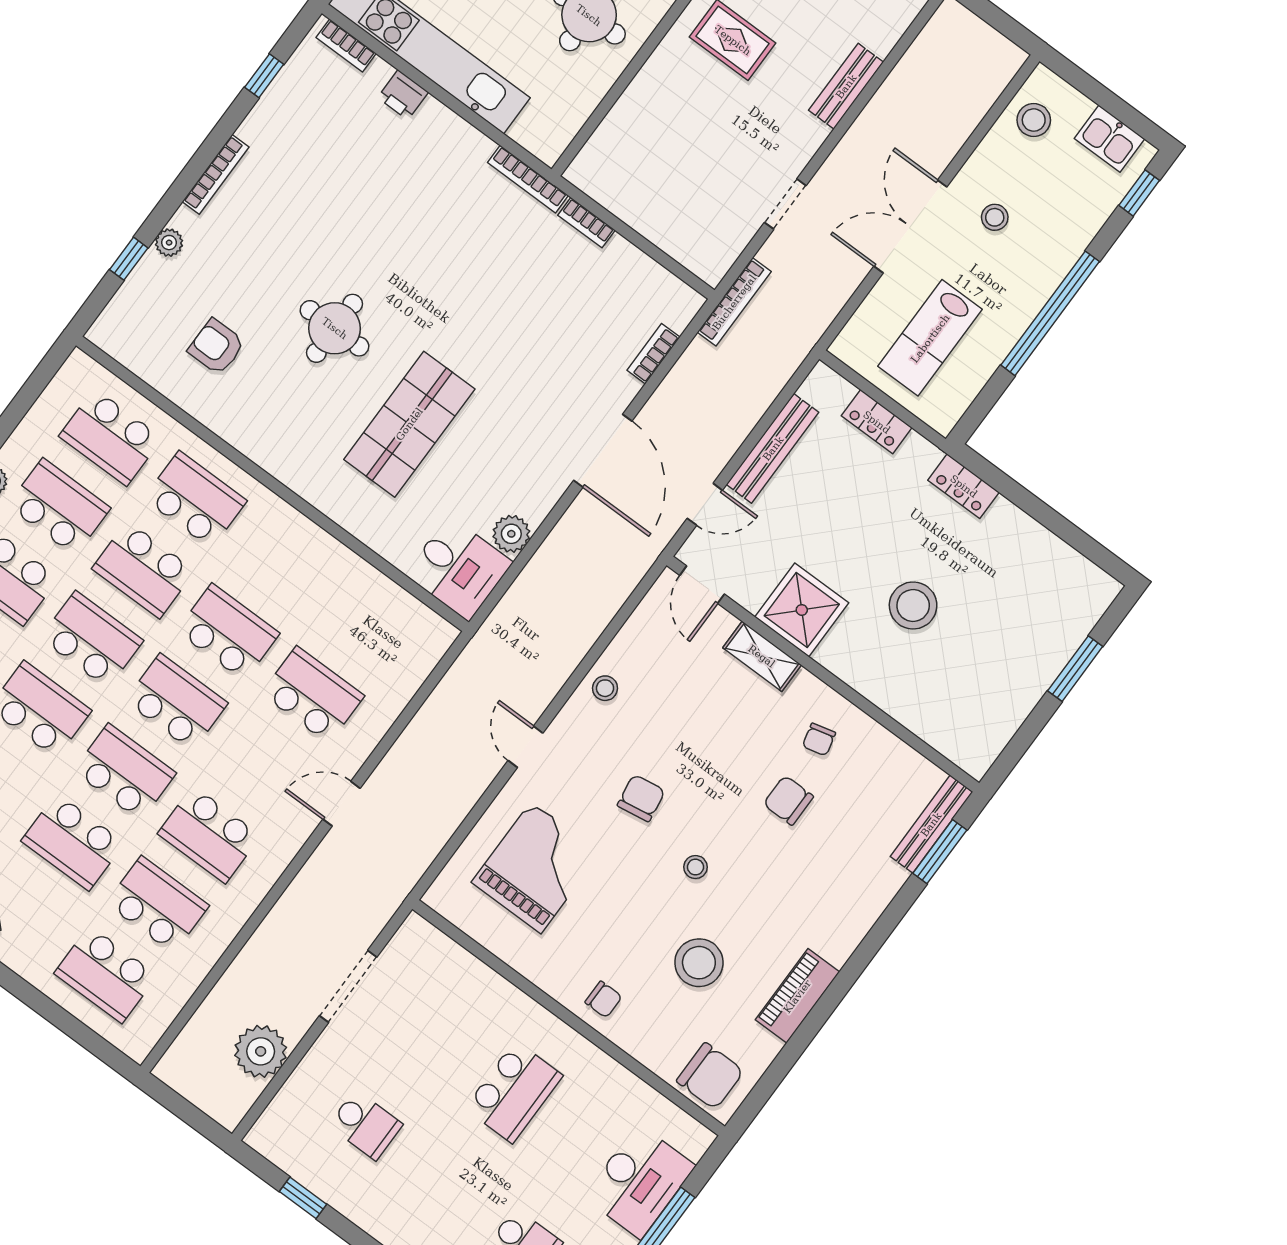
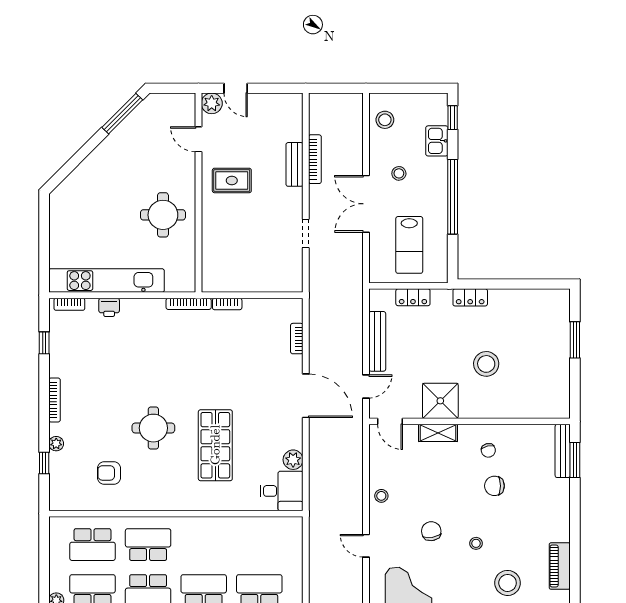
kitchen sink: (1109, 139) -> (437, 141), moved, turned 90
bookcase: (734, 302) -> (315, 159), moved

